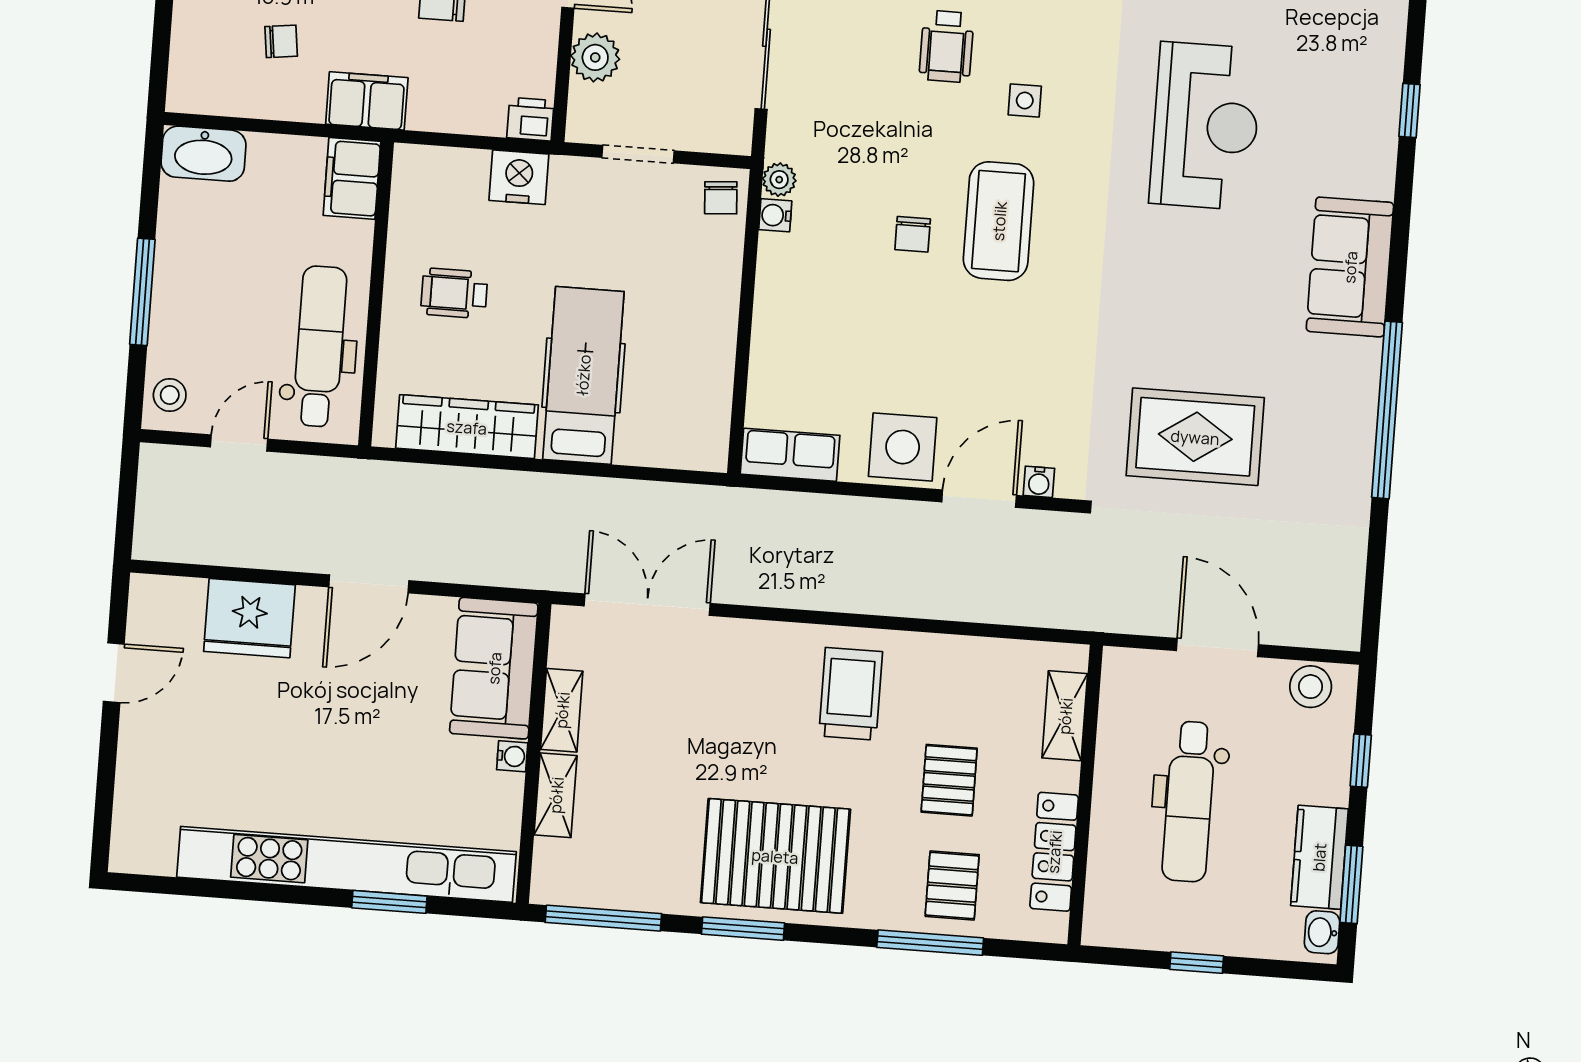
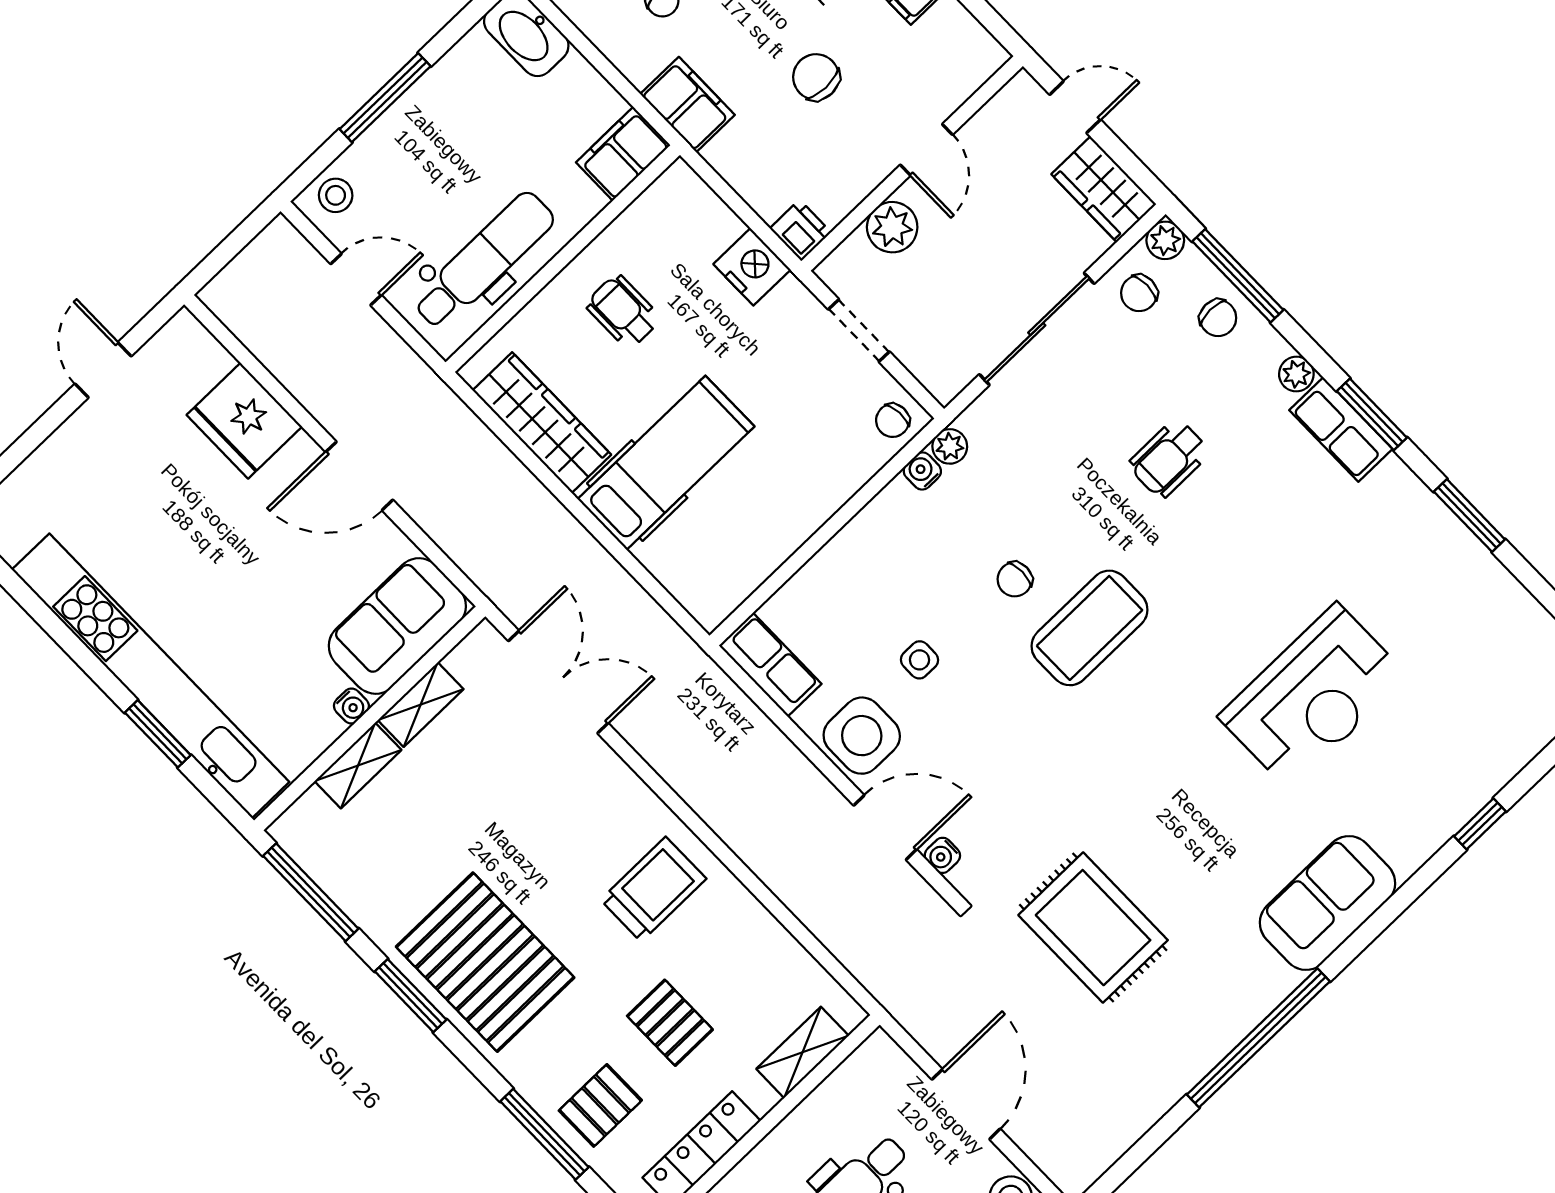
side table: (1025, 101) -> (919, 660), moved
door: (114, 673) -> (103, 370), swing flipped
pallet: (949, 780) -> (670, 1023), turned 90

